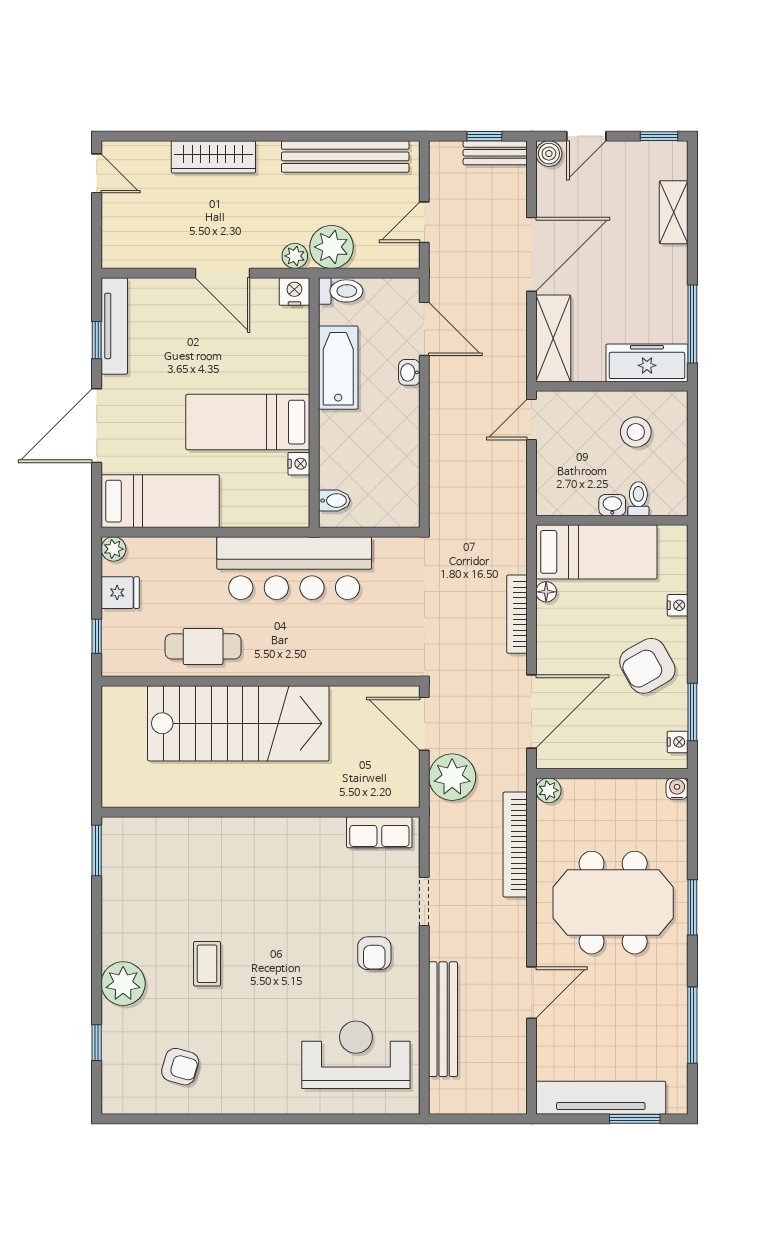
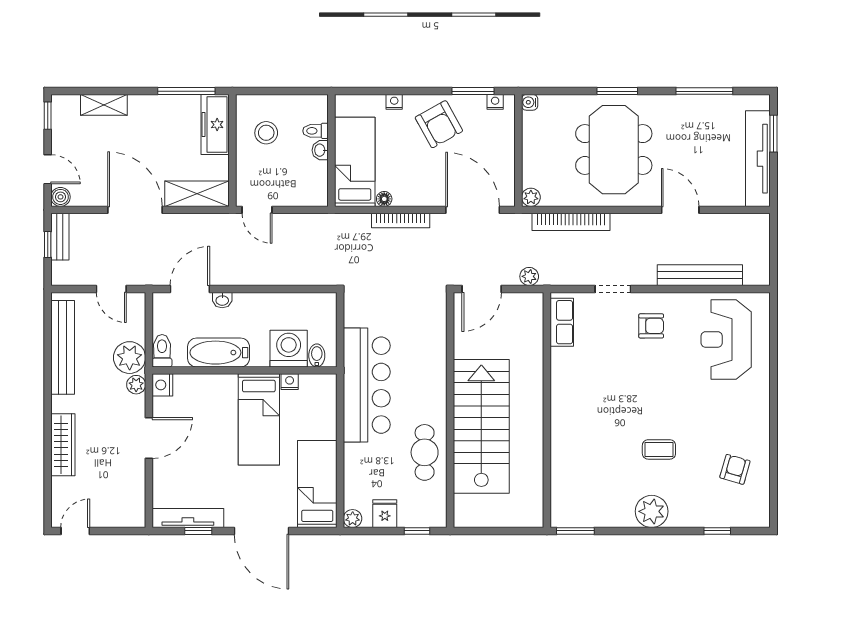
washing machine: (344, 462) -> (289, 349), added
plant: (452, 777) -> (529, 276), width x0.53, depth x0.53
plant: (123, 984) -> (652, 511), moved

